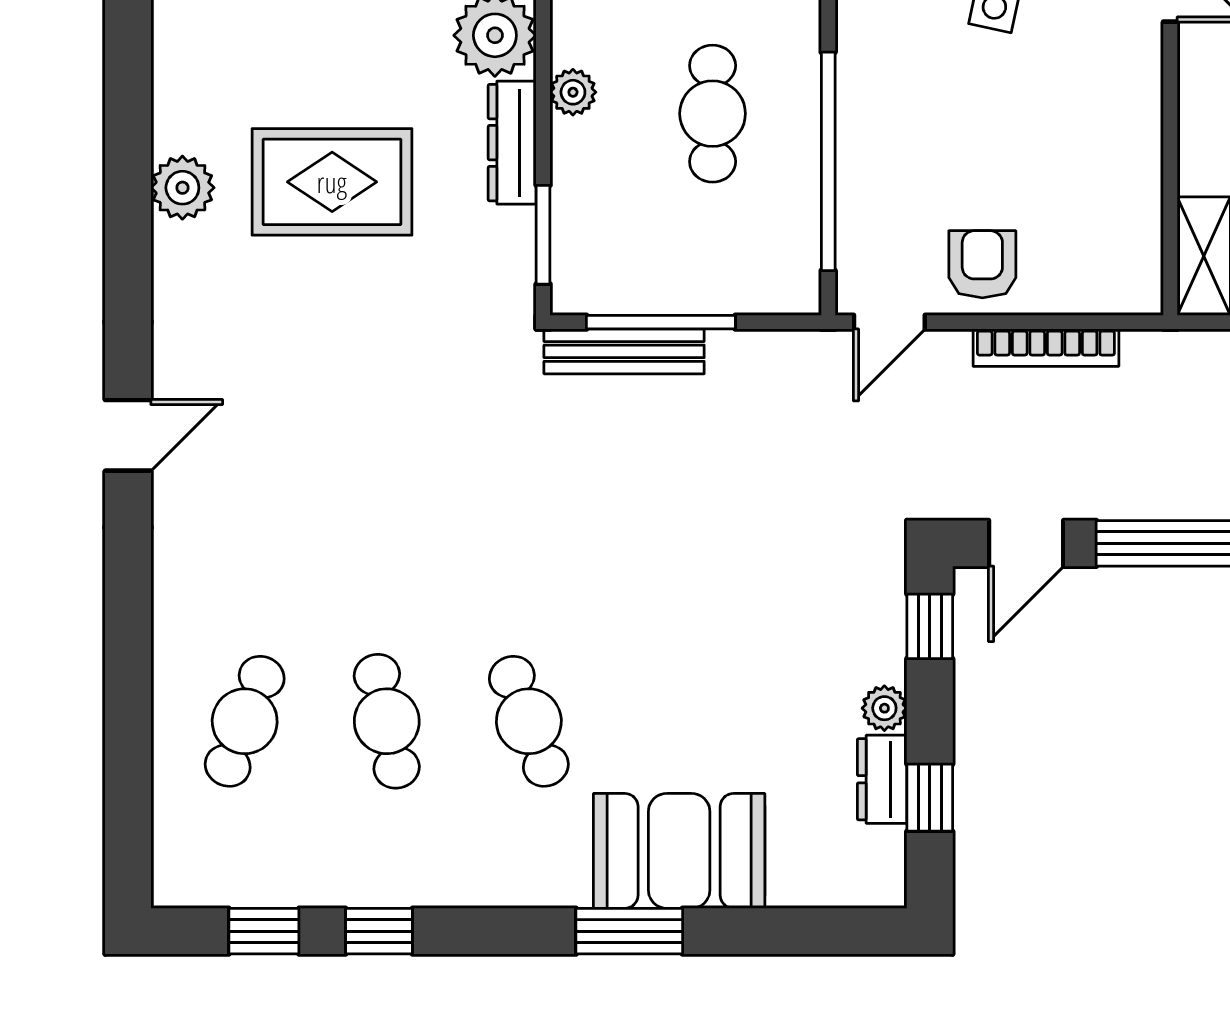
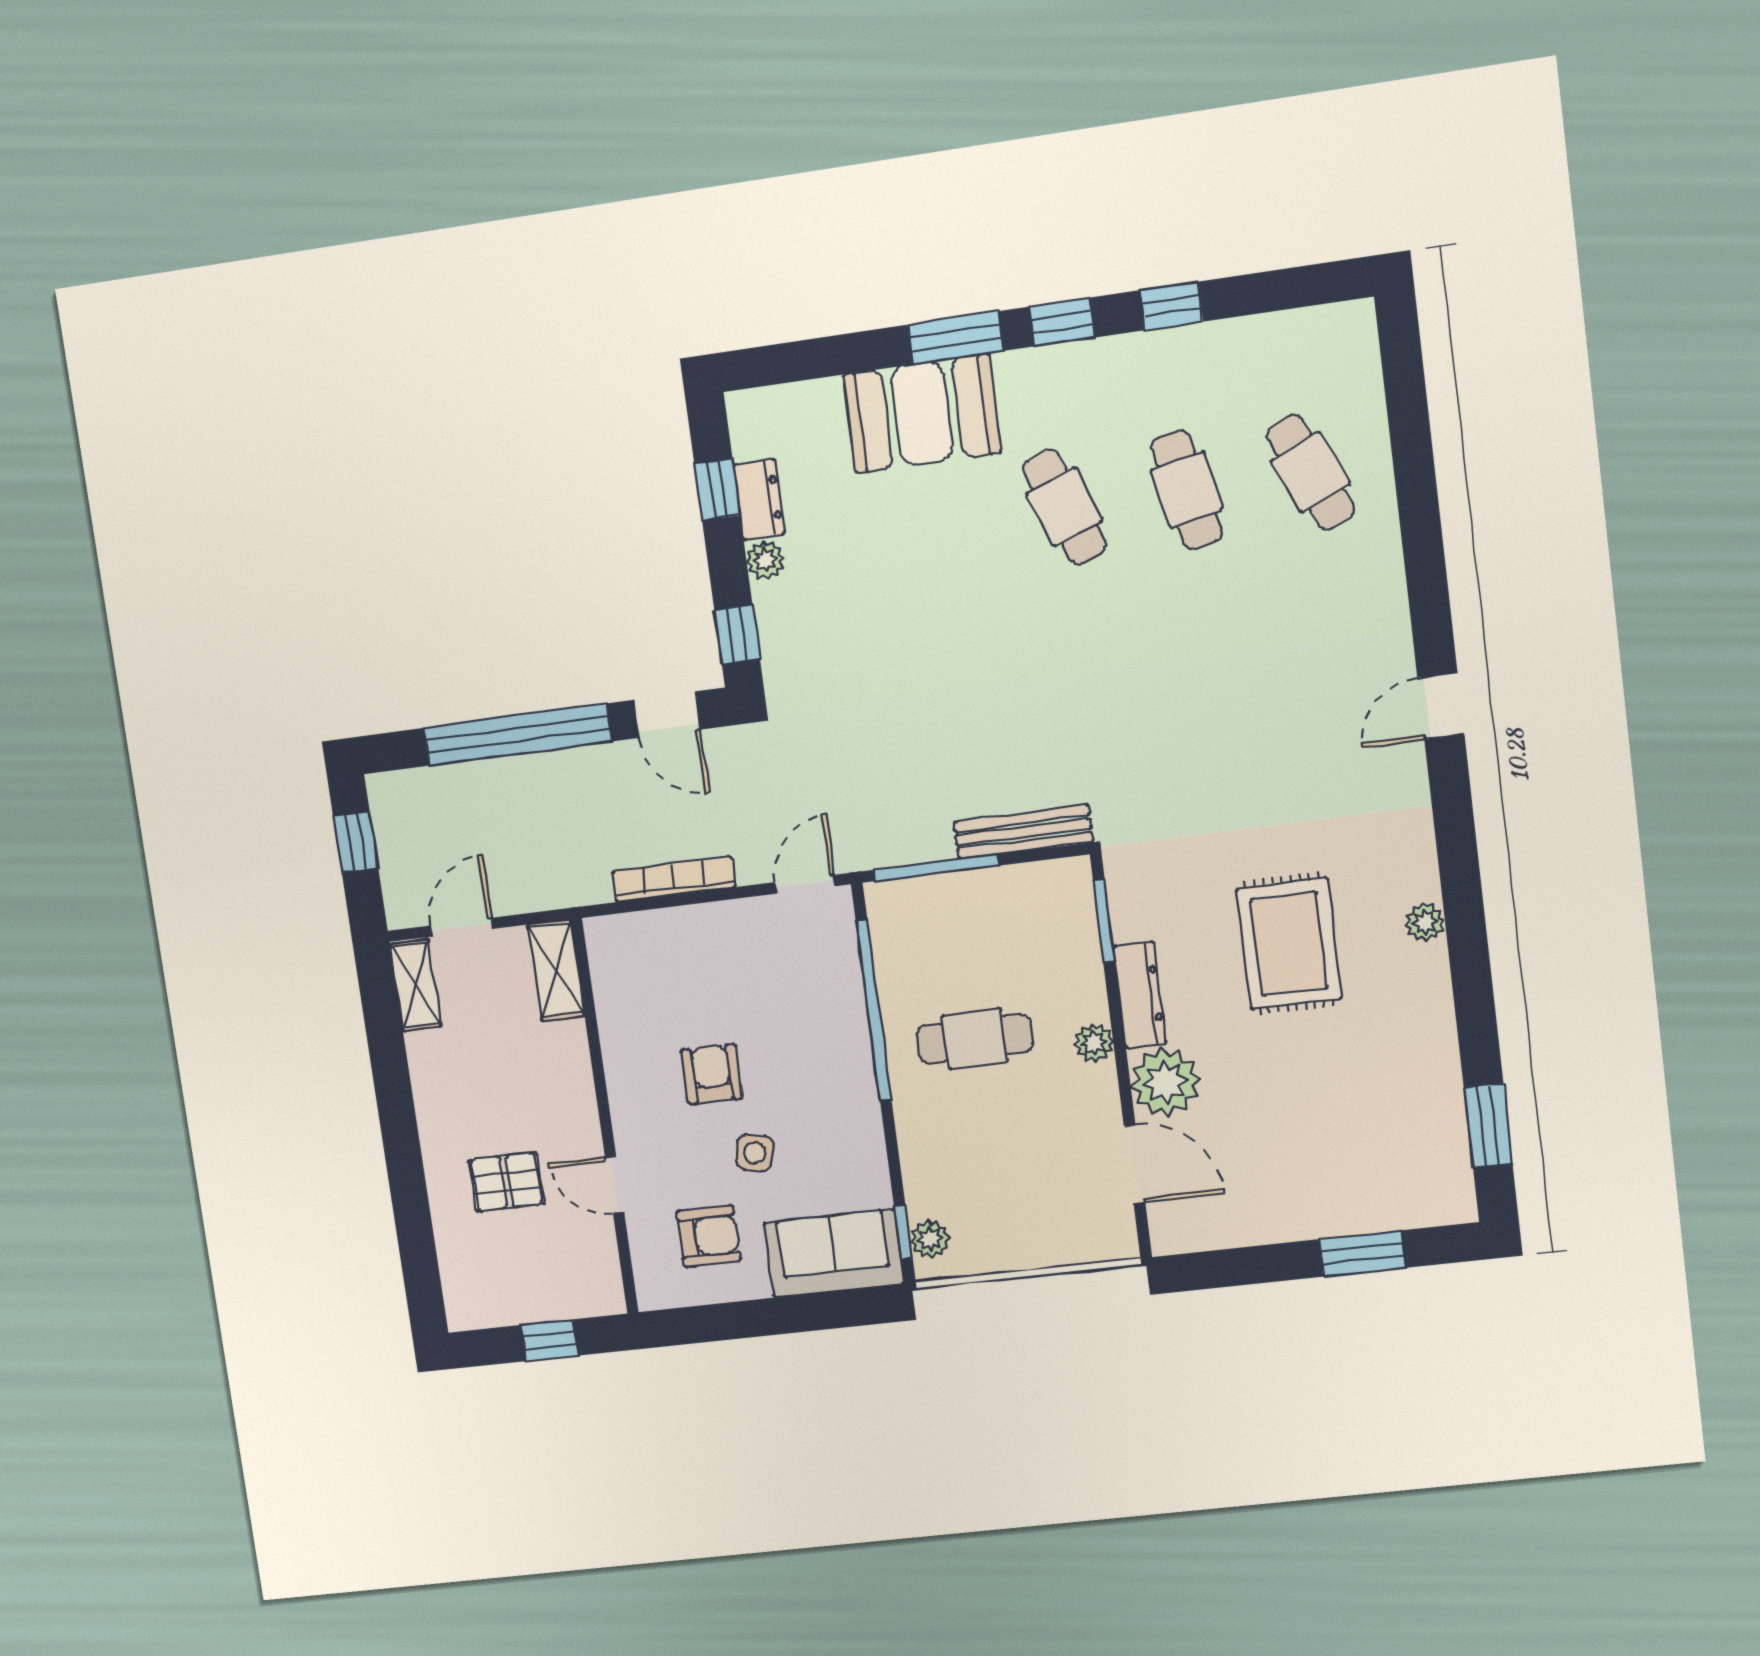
cafe table: (713, 114) -> (975, 1039), turned 90
rug: (332, 182) -> (1289, 944), turned 90
plant: (182, 188) -> (1425, 922), width x0.73, depth x0.73
armchair: (982, 264) -> (712, 1074), moved, turned 180
window: (661, 322) -> (936, 868), moved
door: (1026, 543) -> (667, 715), swing flipped
cafe table: (245, 721) -> (1310, 472), turned -45
window: (264, 931) -> (1062, 322), moved

